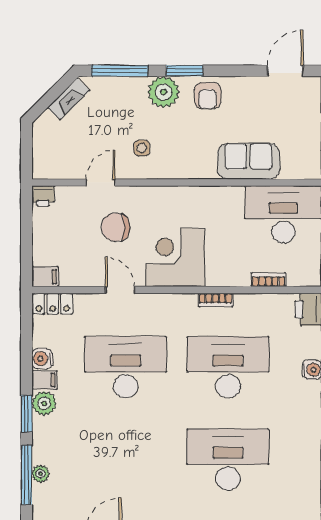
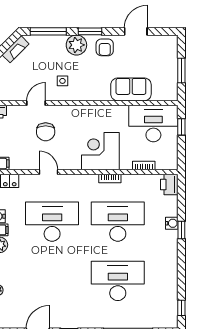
door: (285, 71) -> (136, 31), moved
chair: (116, 227) -> (46, 132), turned -90
corner desk: (175, 257) -> (100, 151), moved

